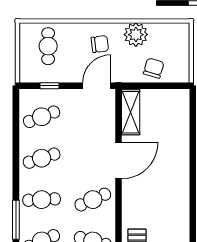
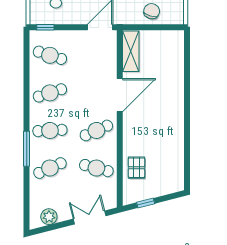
window: (49, 86) -> (45, 27), moved
cafe table: (42, 117) -> (50, 55), turned 39

